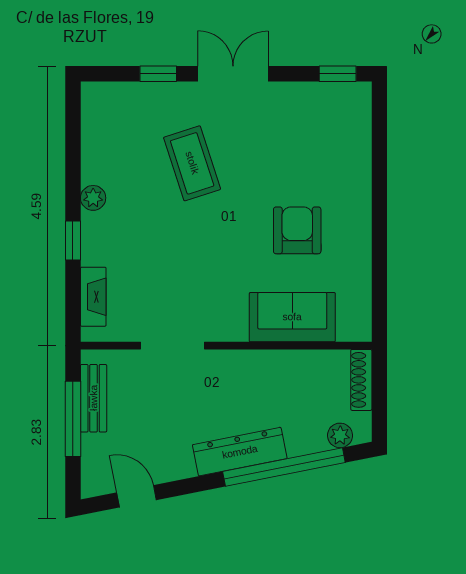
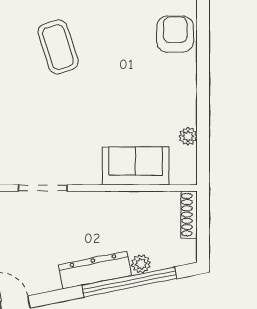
armchair: (297, 230) -> (175, 34), moved
plant: (360, 279) -> (188, 136), added
plant: (340, 435) -> (141, 264), moved

